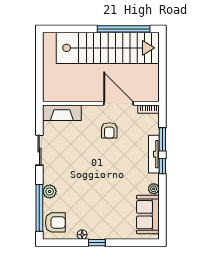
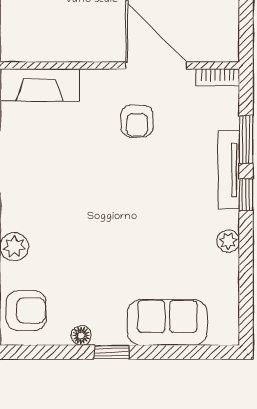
sofa: (148, 215) -> (167, 322), moved, turned 90

